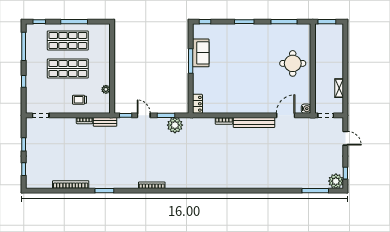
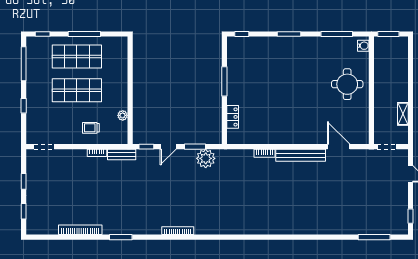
sofa: (201, 53) -> (237, 72), removed
locker: (197, 104) -> (233, 117), moved
water cooler: (306, 109) -> (363, 46), moved
door: (144, 115) -> (168, 147), swing flipped
door: (286, 115) -> (339, 147), hinge flipped
plant: (336, 181) -> (399, 226), removed

